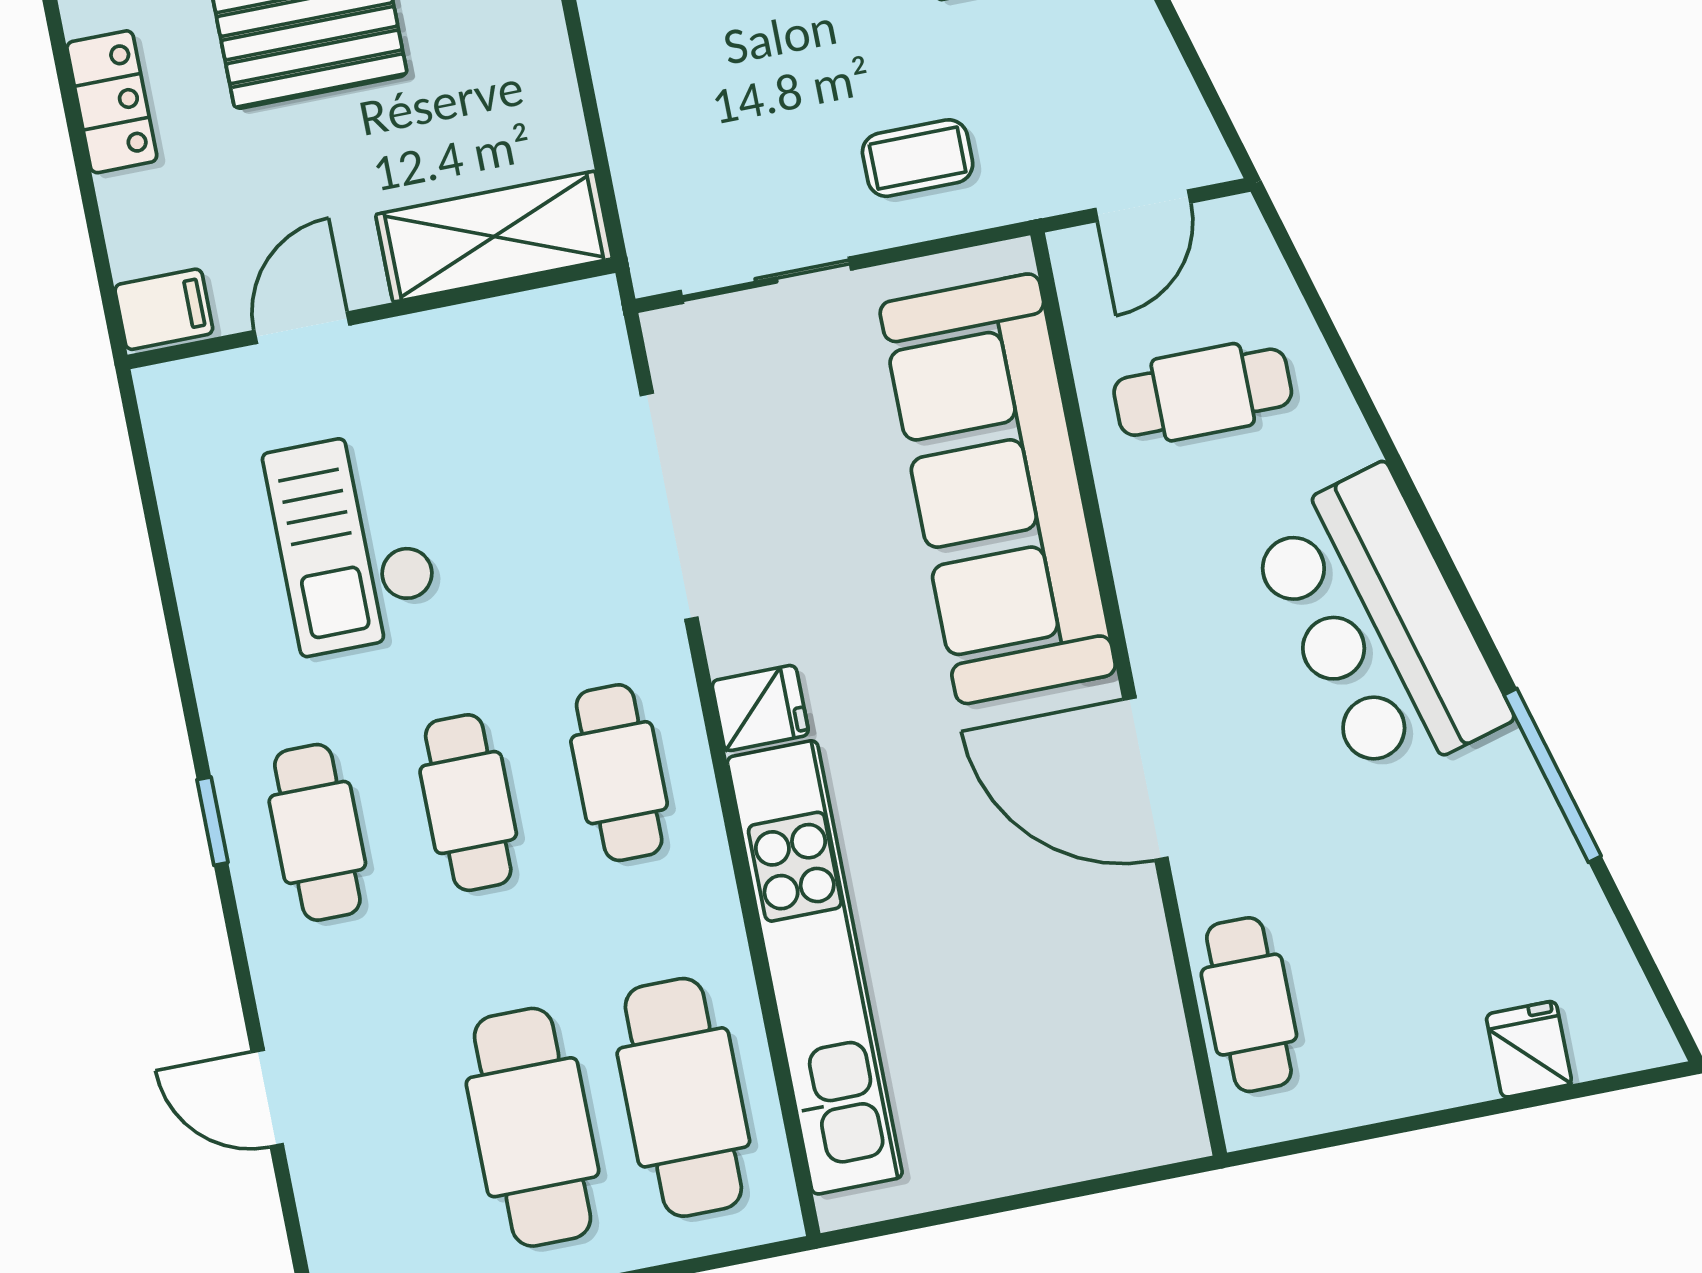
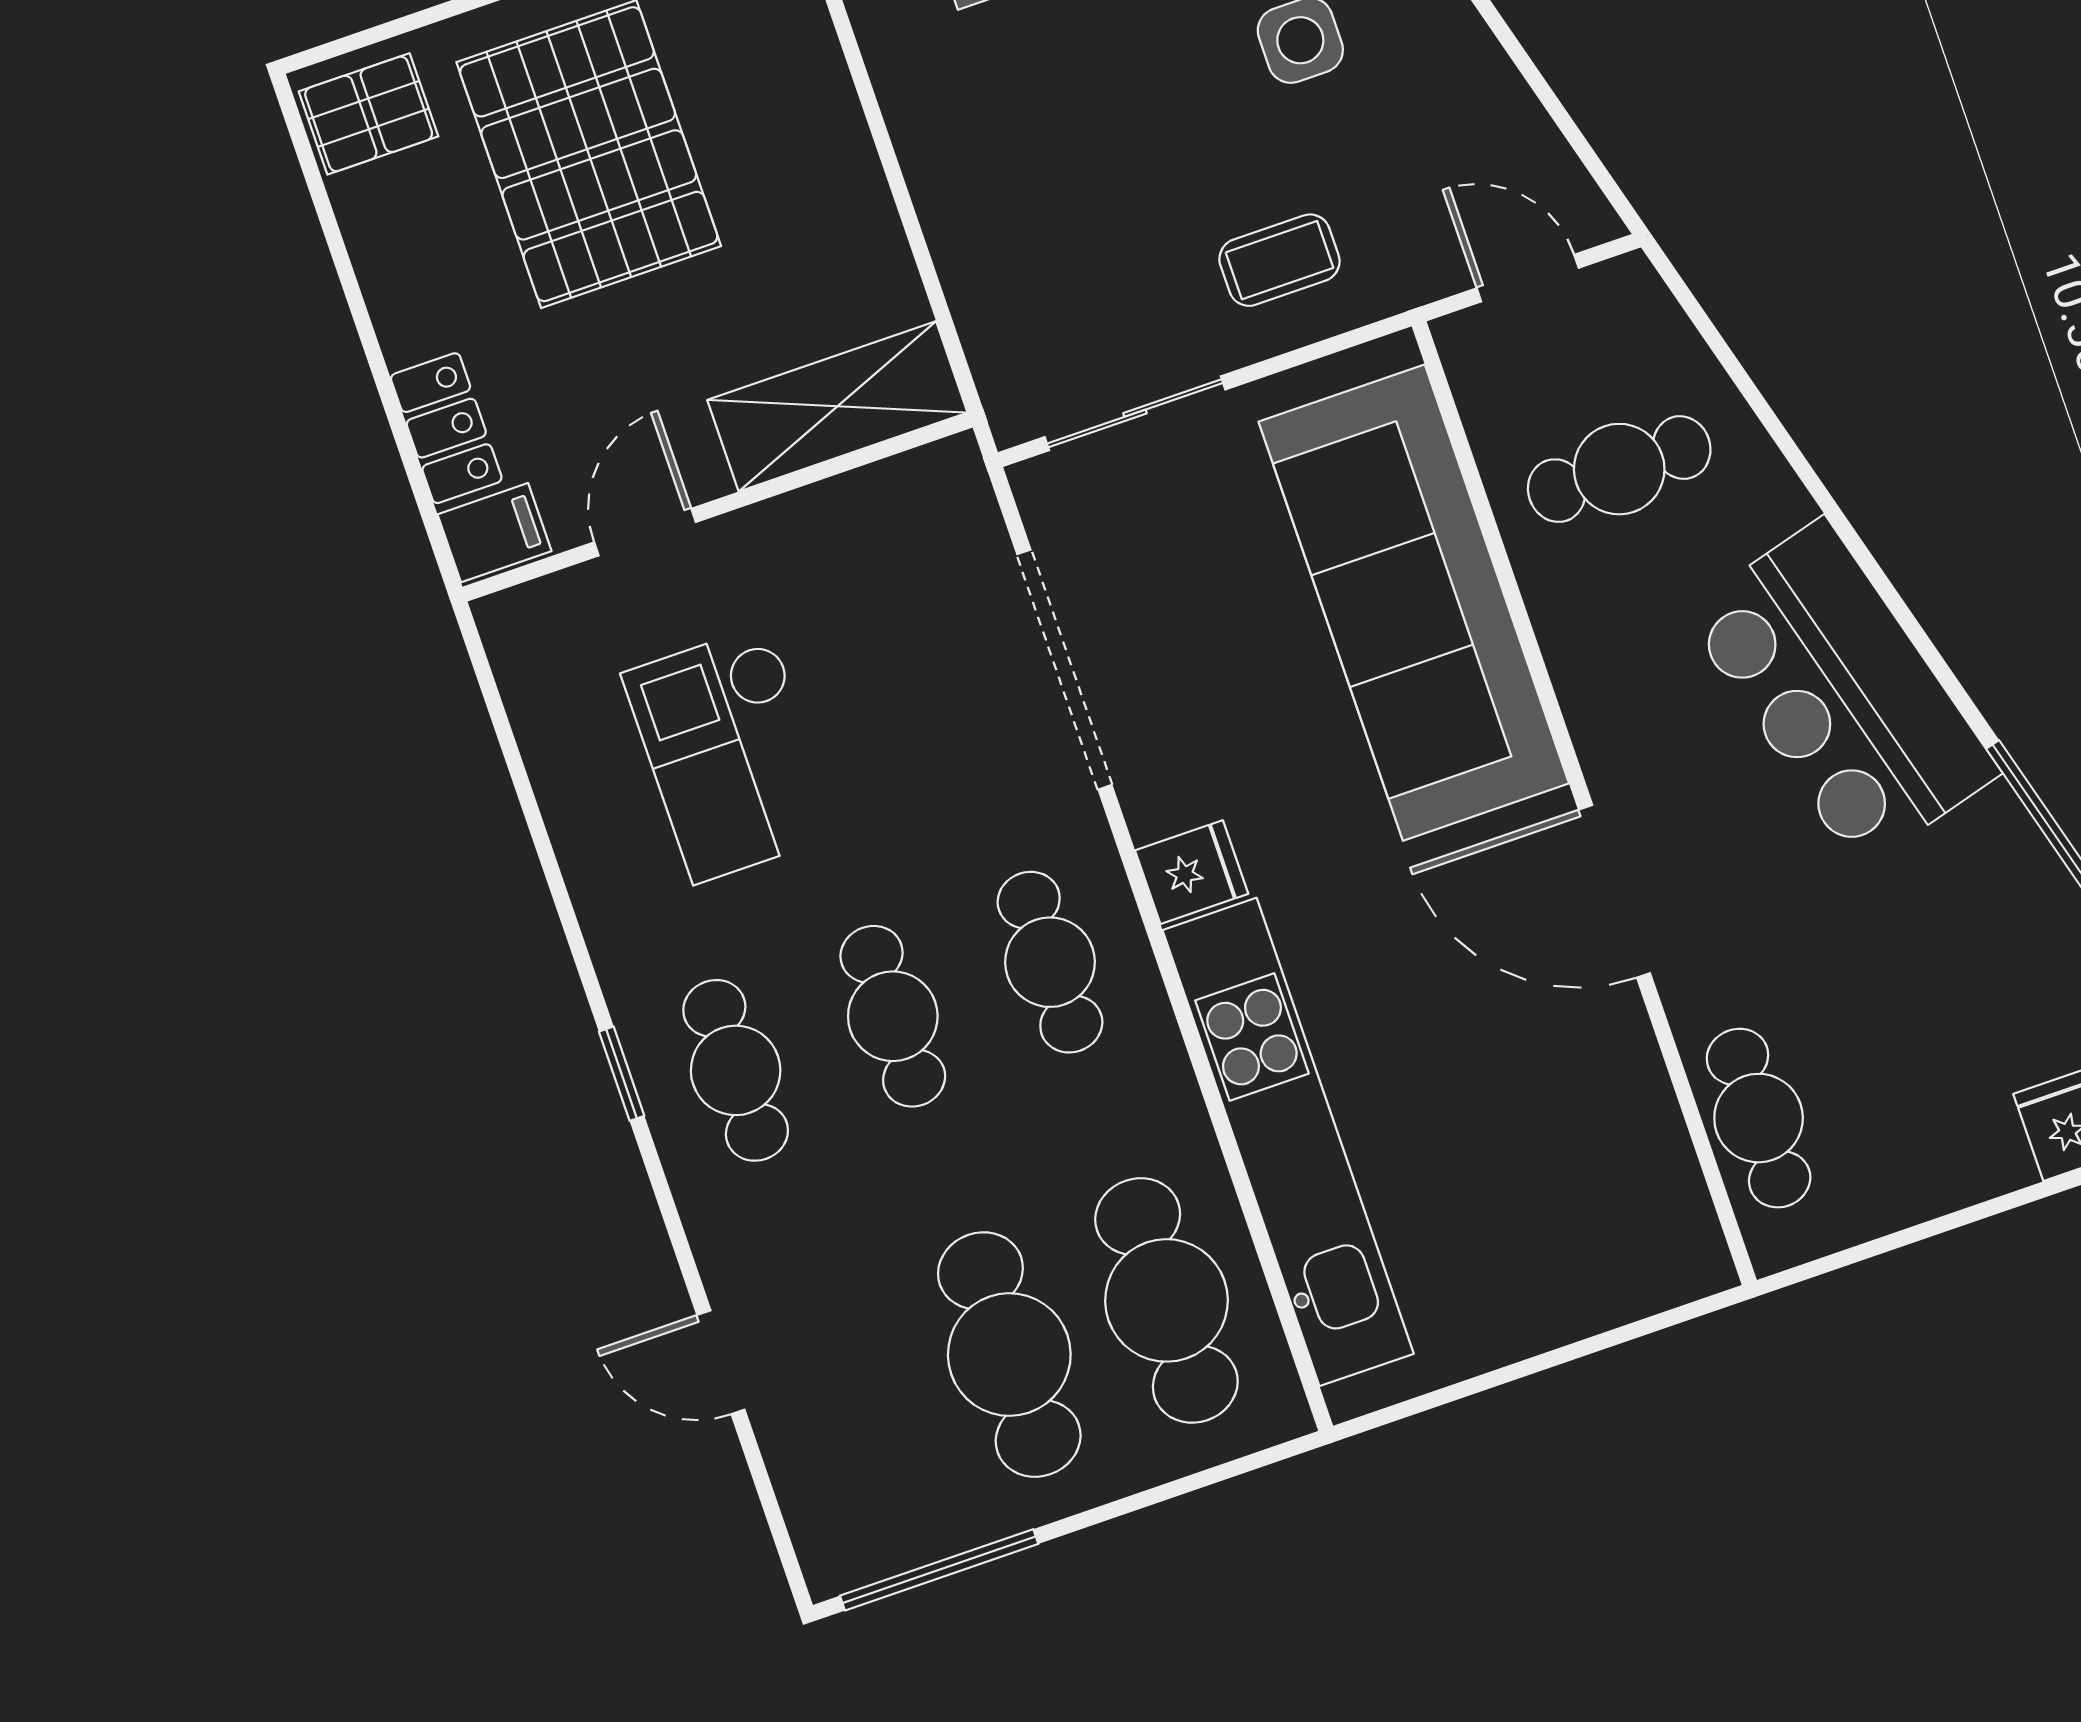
locker: (112, 102) -> (446, 428), moved
door: (1143, 206) -> (1528, 278), swing flipped

